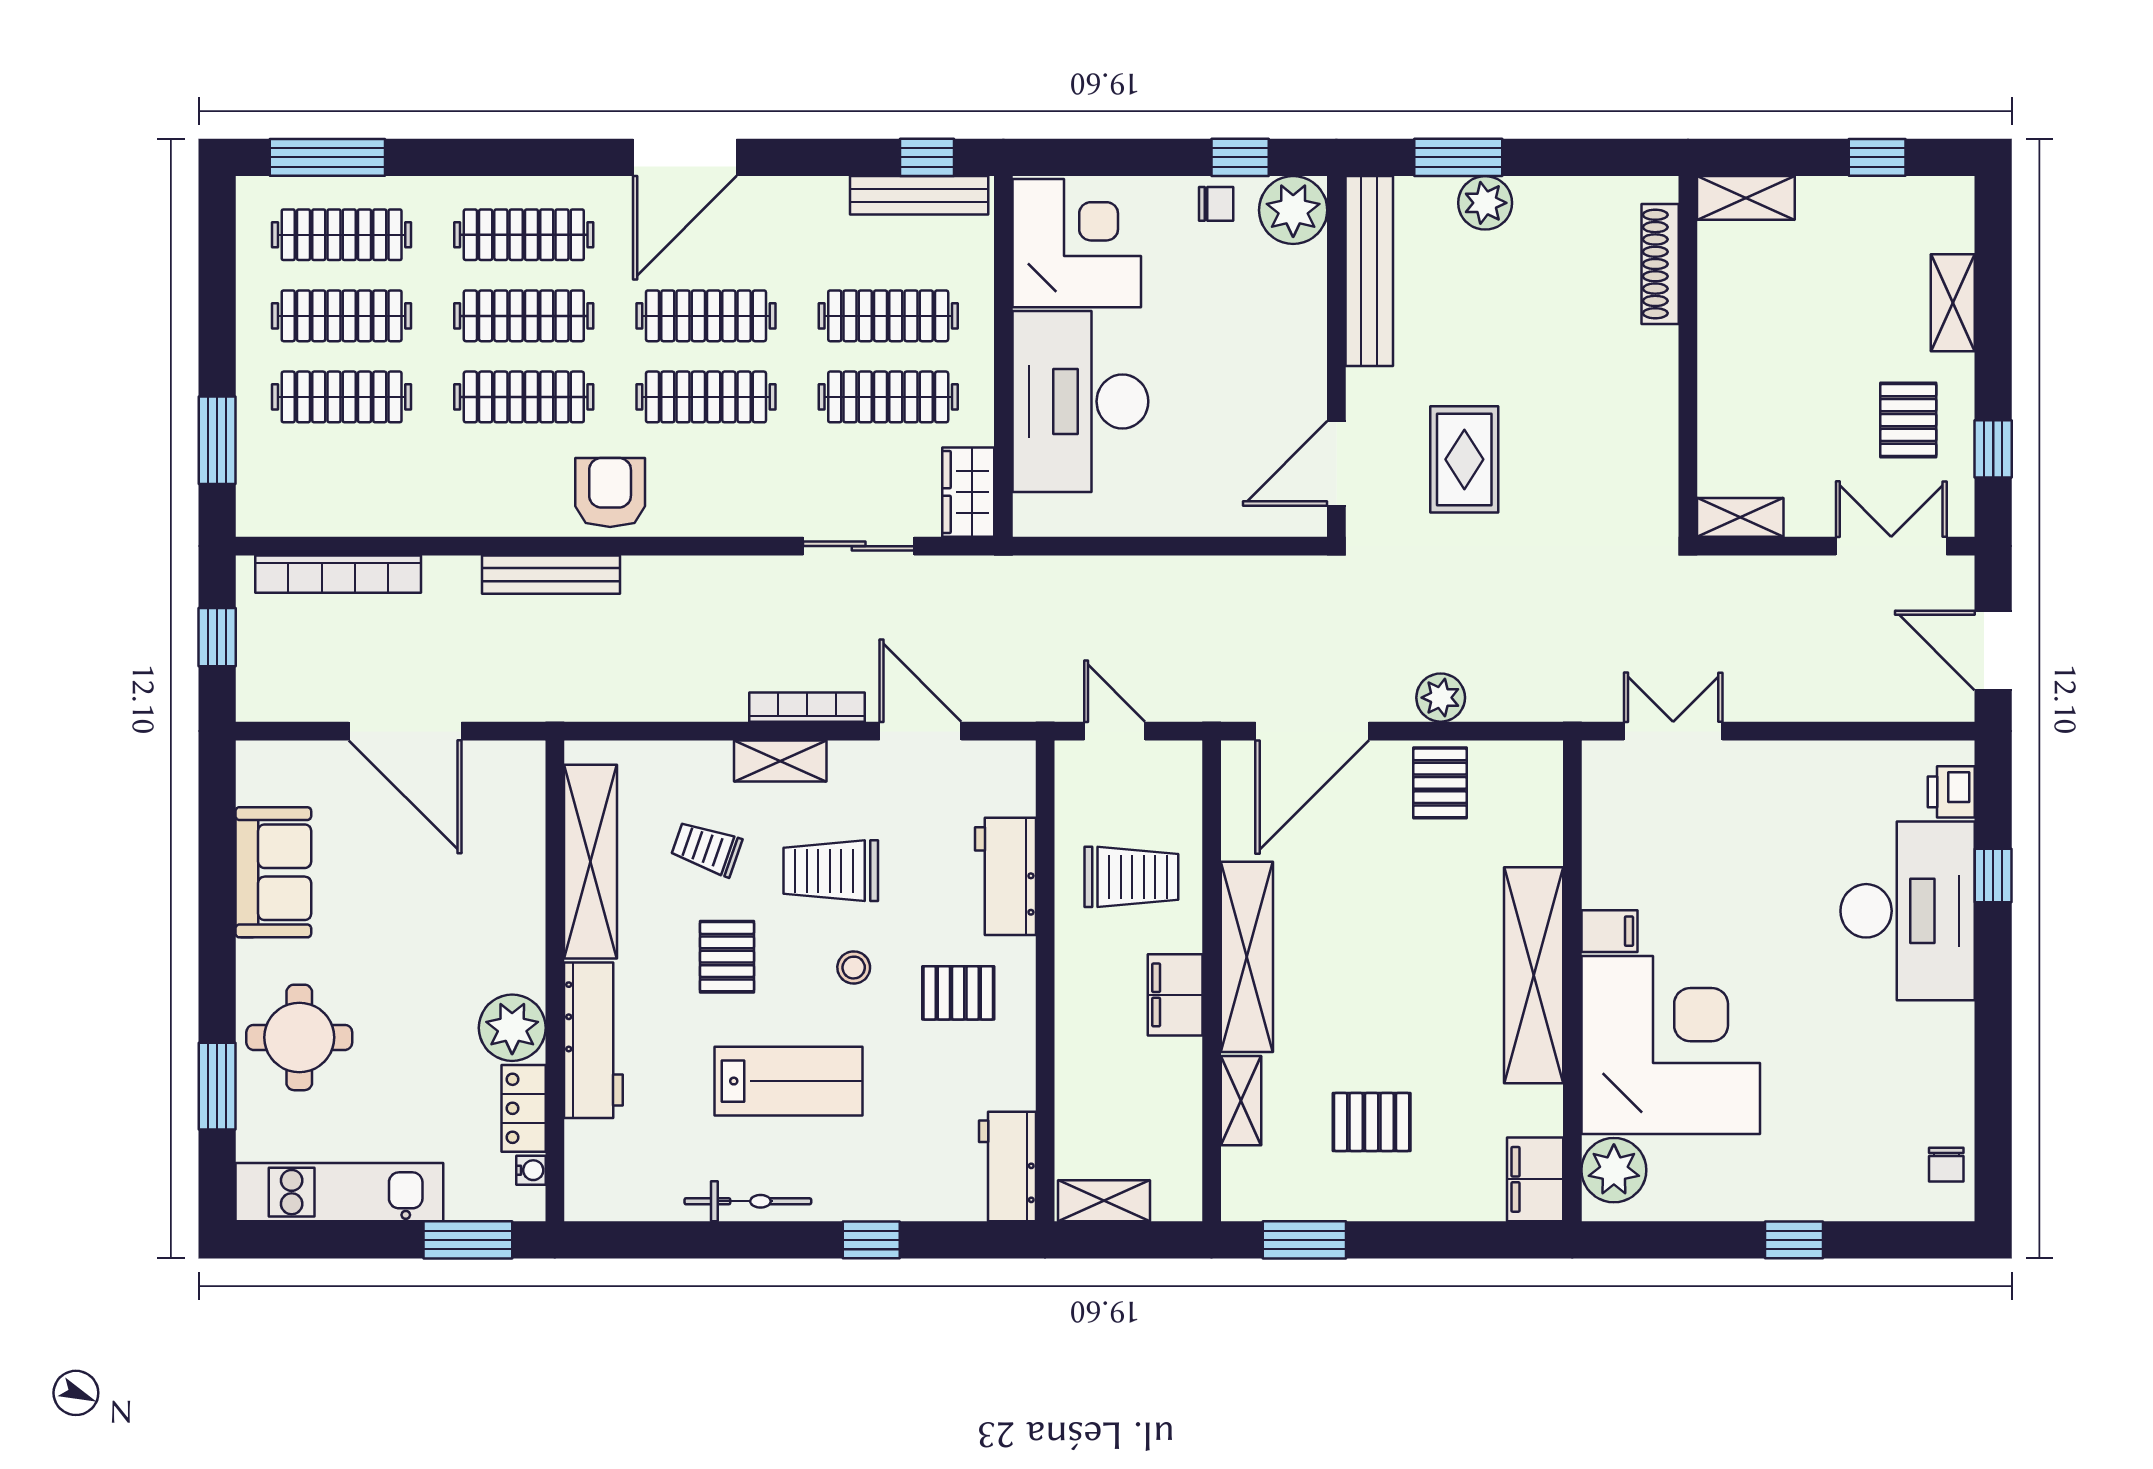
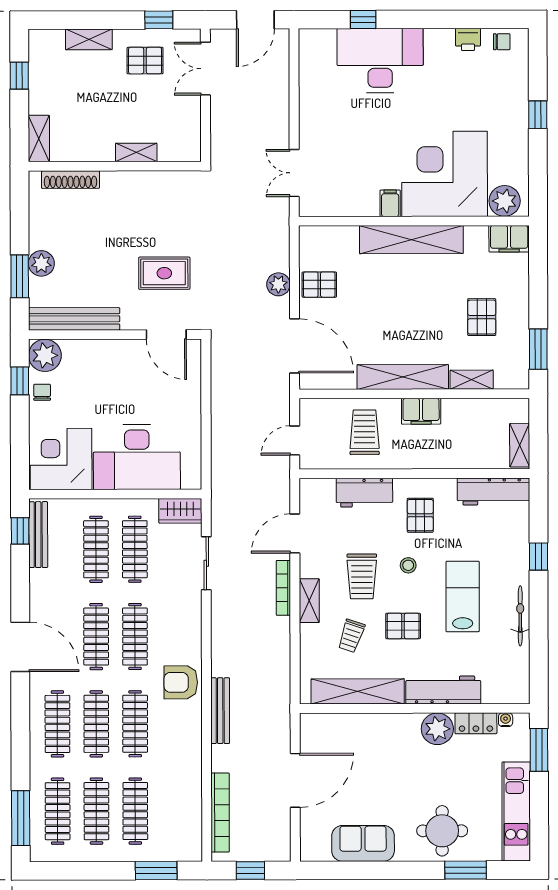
shelving: (1740, 517) -> (136, 152), moved, turned 90
printer: (1951, 792) -> (468, 39), moved
workbench: (1007, 1166) -> (493, 491), width x1.38

